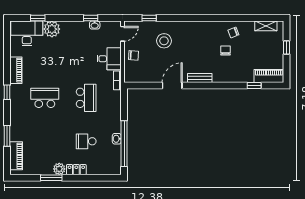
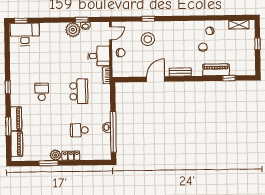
window: (38, 18) -> (21, 21), moved
window: (149, 18) -> (148, 19), moved
plant: (52, 29) -> (73, 30), moved
piano: (16, 70) -> (16, 119), moved
piano: (269, 76) -> (216, 70), moved
school desk: (45, 98) -> (42, 92), width x0.54

